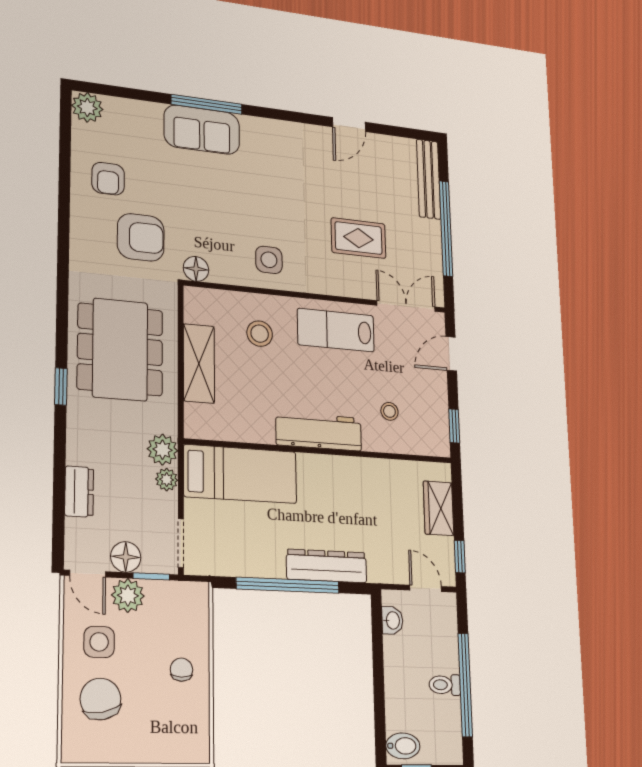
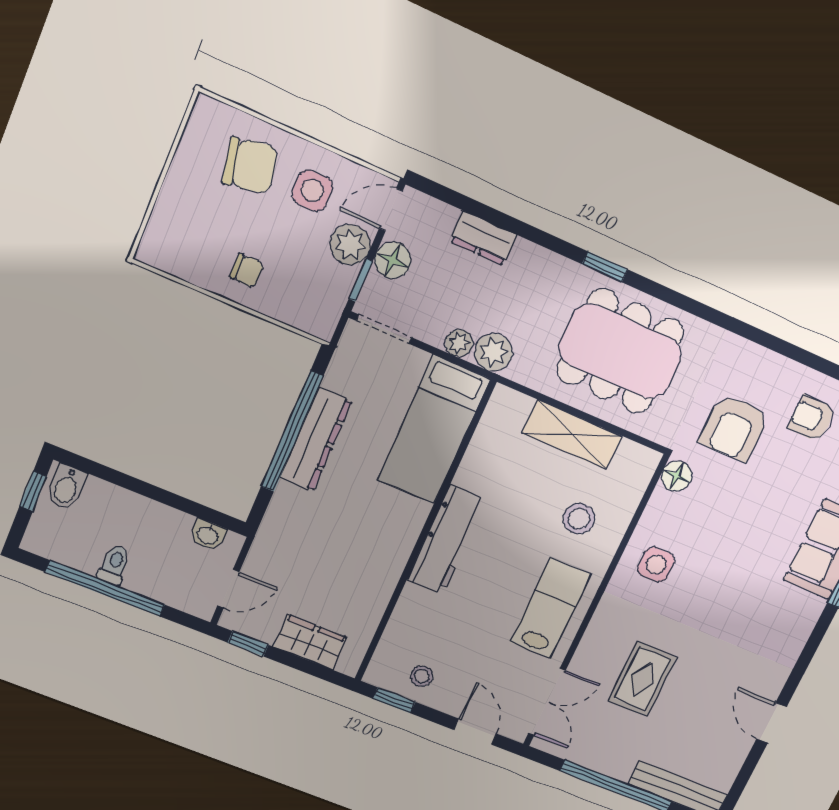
stool: (389, 411) -> (422, 676), moved
dresser: (327, 566) -> (316, 440), moved

